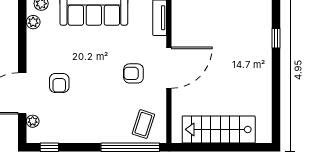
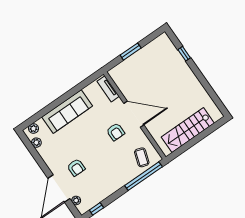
door: (169, 68) -> (134, 114), hinge flipped
armchair: (133, 73) -> (116, 132), turned -90

